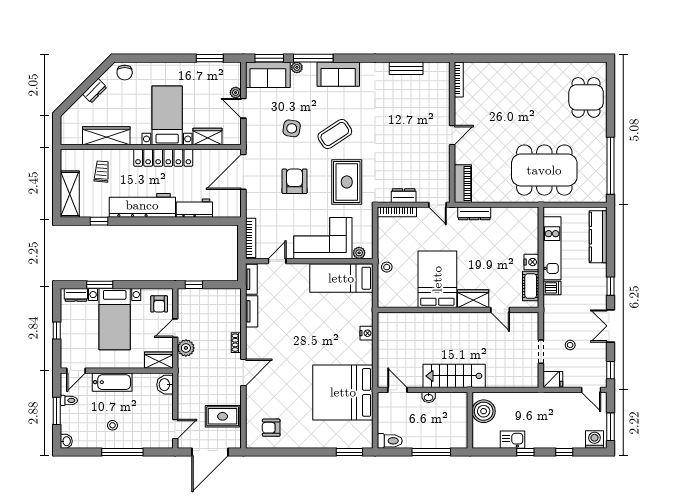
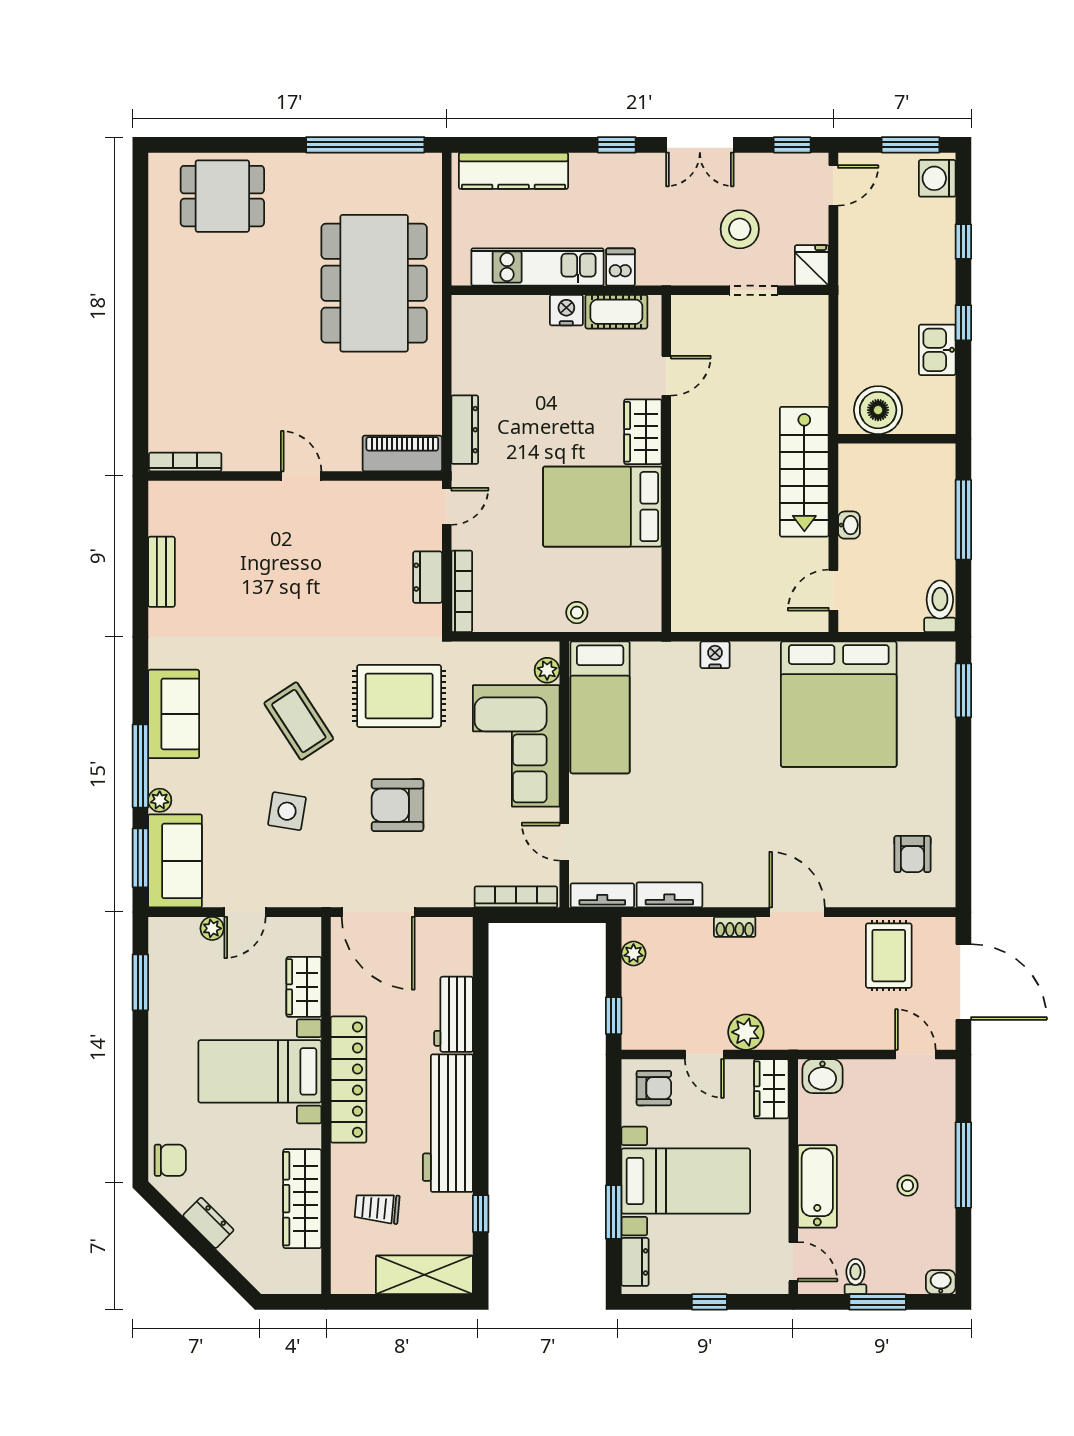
plant: (224, 294) -> (633, 953), added
stool: (570, 345) -> (740, 229), width x1.89, depth x1.89

